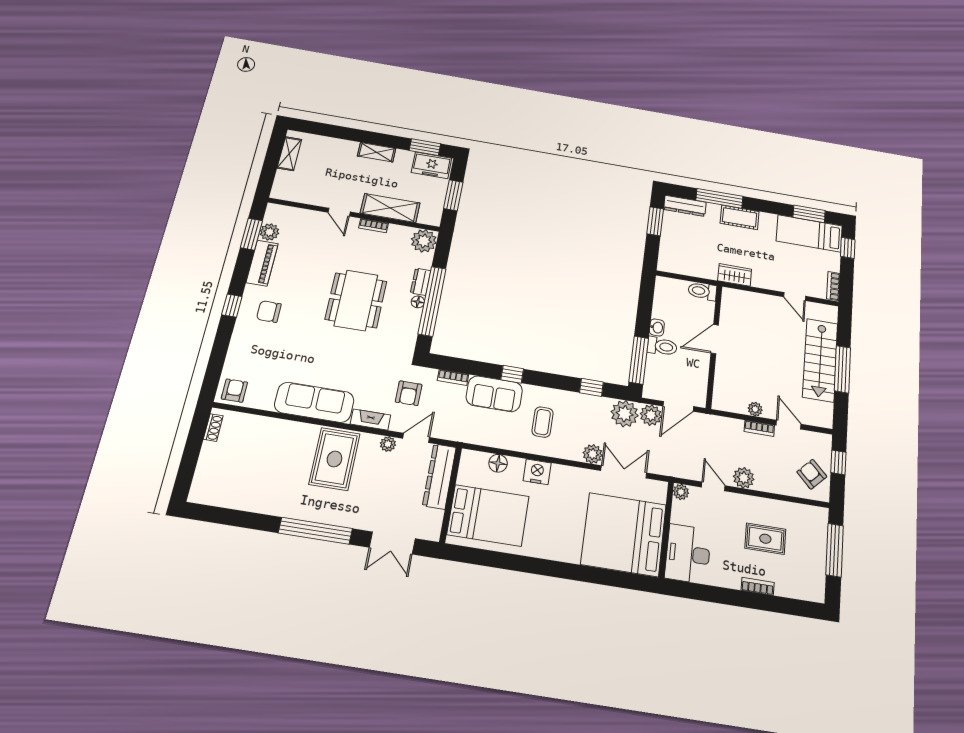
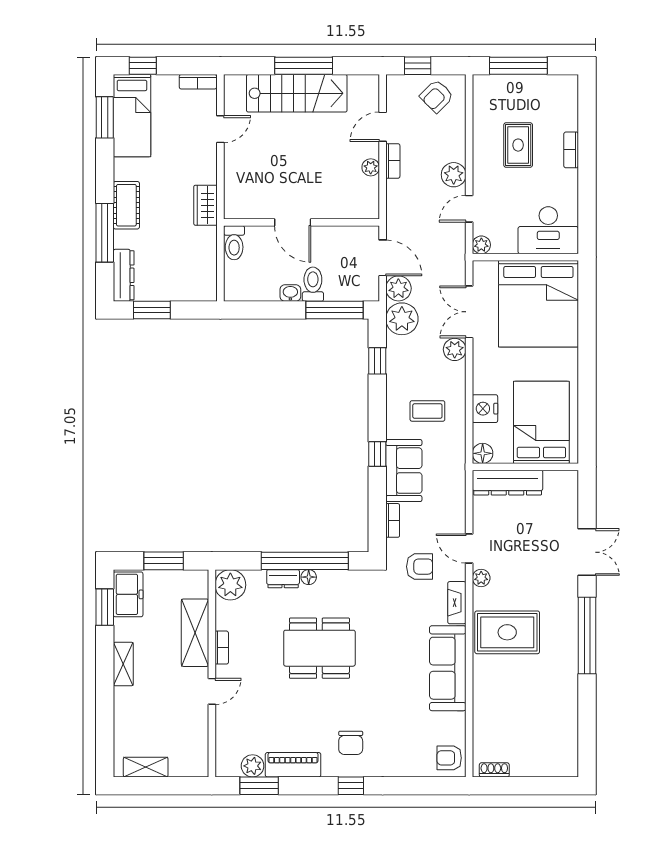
dresser: (439, 476) -> (508, 483), moved
wall: (451, 494) -> (525, 467), moved
bed: (488, 515) -> (541, 422), moved

